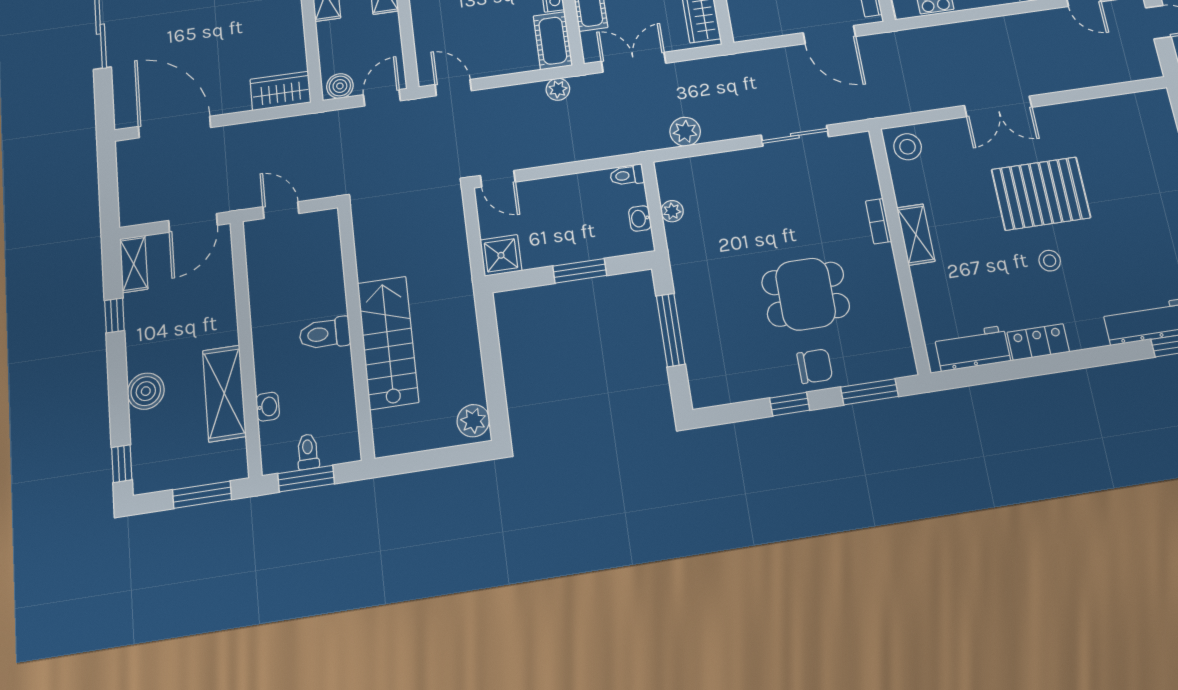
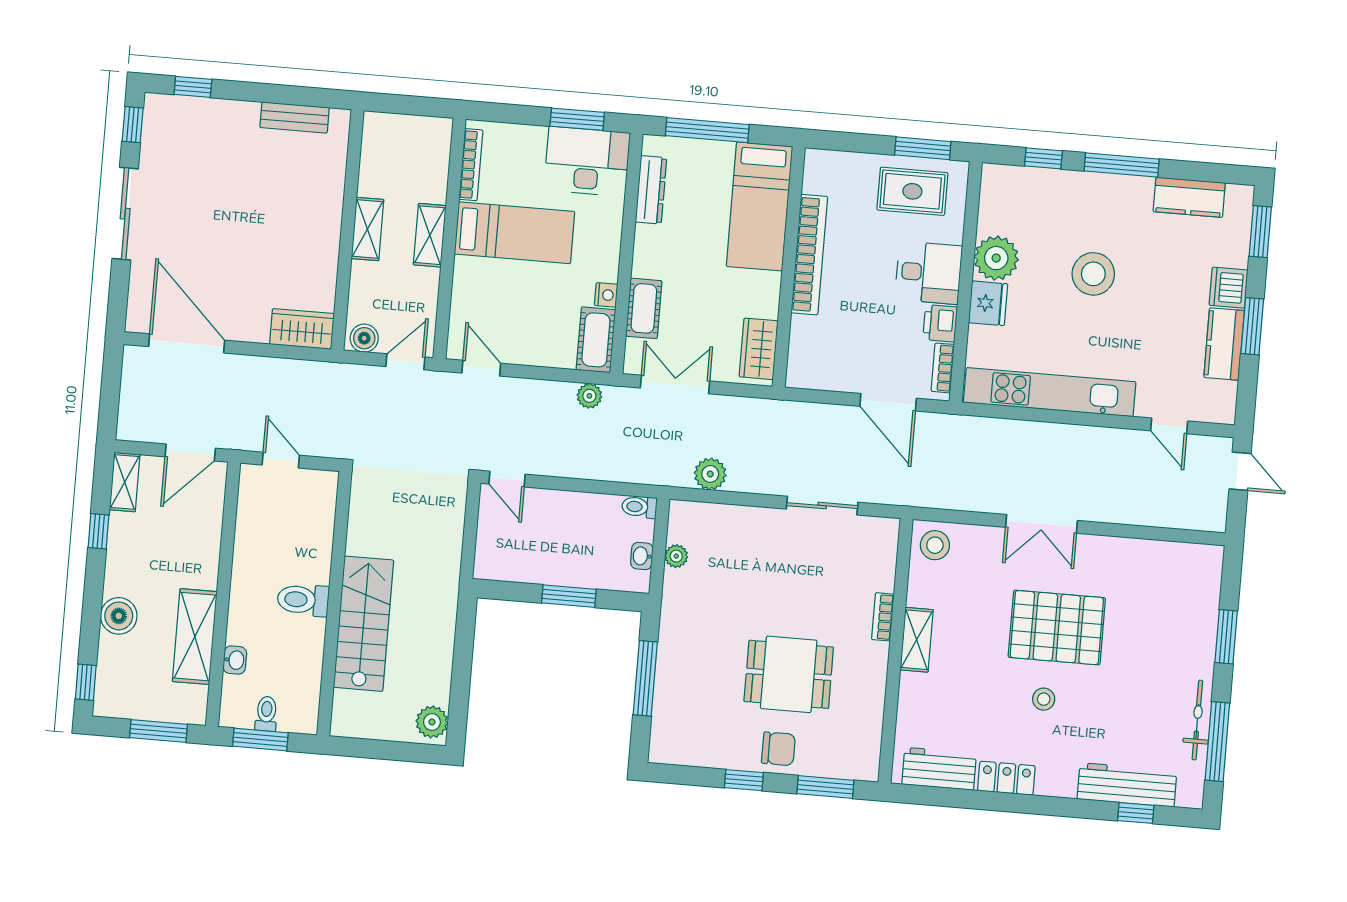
shower: (501, 255) -> (493, 561), removed

